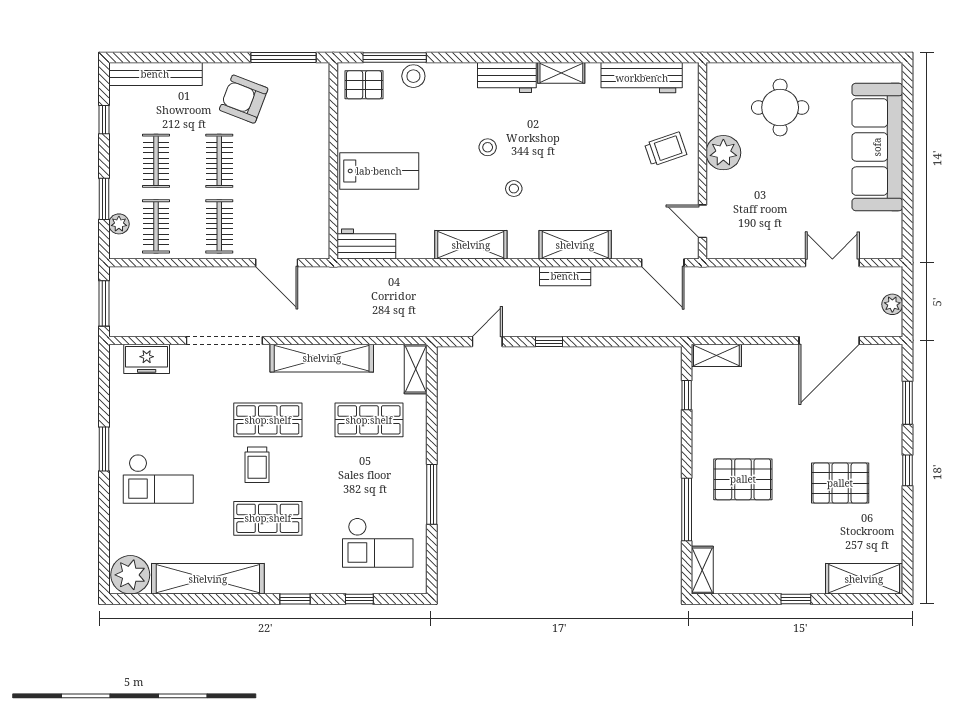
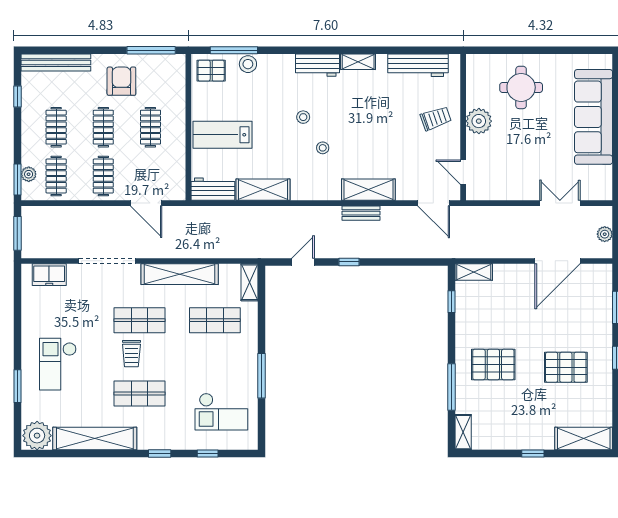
armchair: (244, 99) -> (121, 81), turned 69
clothes rail: (283, 161) -> (150, 127), added
lab bench: (379, 171) -> (223, 135), turned 180
window: (104, 199) -> (17, 179), moved
shelving: (471, 245) -> (263, 190), moved
window: (104, 449) -> (17, 386), moved
checkout: (158, 479) -> (58, 364), turned 90

